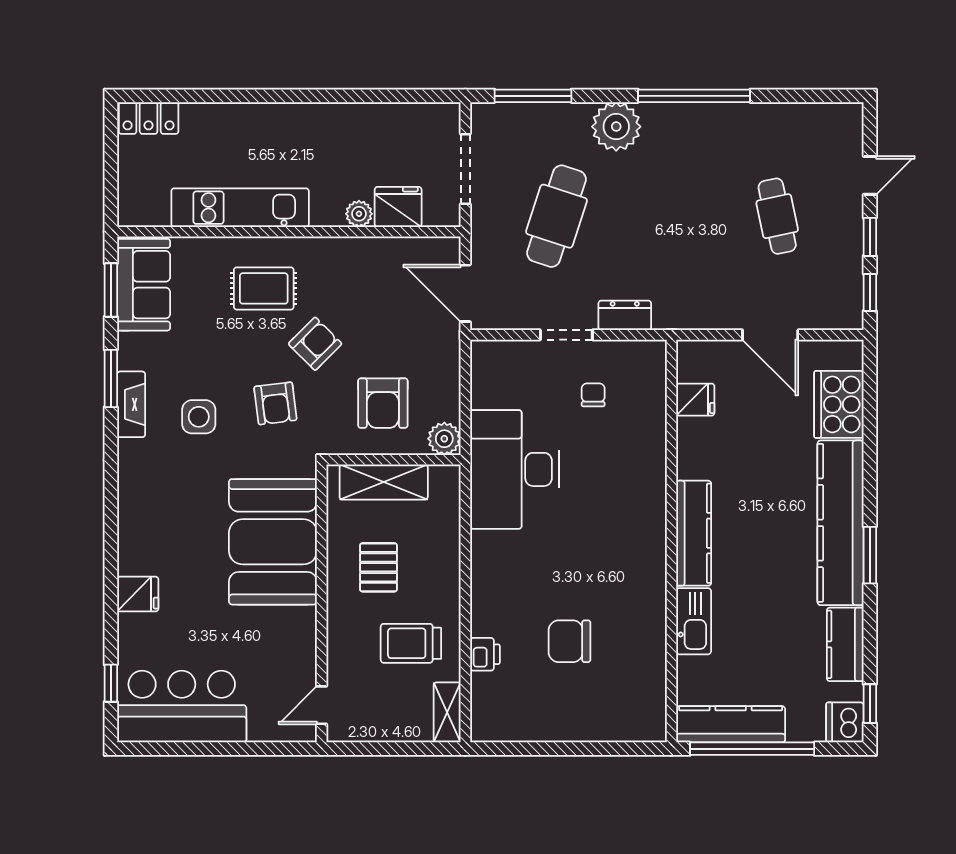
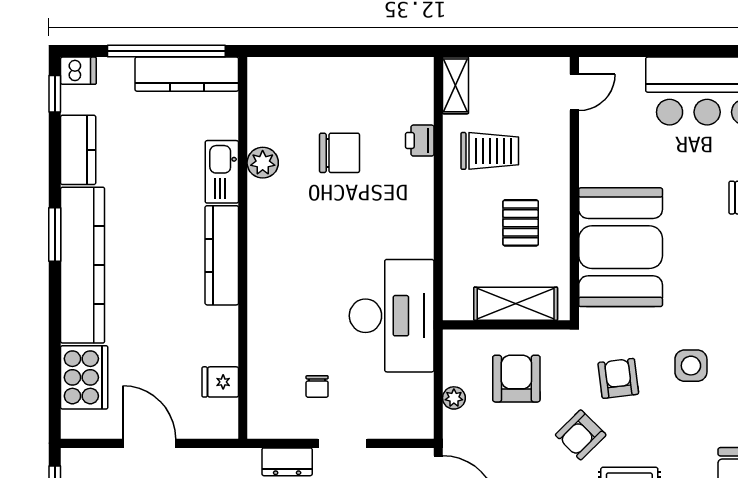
plant: (444, 439) -> (454, 398), moved, width x0.73, depth x0.73
plant: (650, 631) -> (263, 163), added
dishwasher: (845, 722) -> (78, 71), width x0.73

